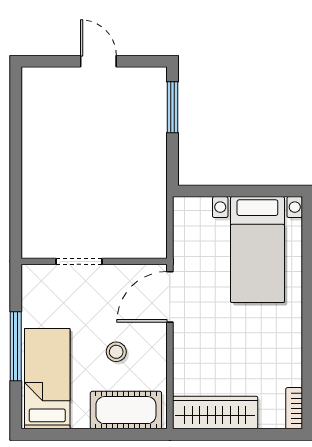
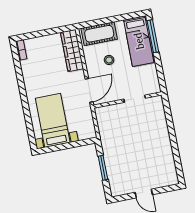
window: (173, 107) -> (103, 168), moved
window: (16, 346) -> (153, 36), moved
wardrobe: (215, 413) -> (72, 51), moved, turned 90

